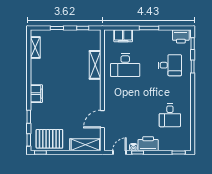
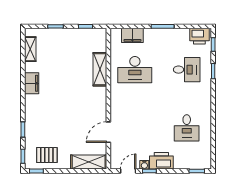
filing cabinet: (36, 94) -> (32, 83), moved
pallet: (49, 139) -> (47, 155), width x0.67, depth x0.71

